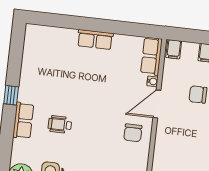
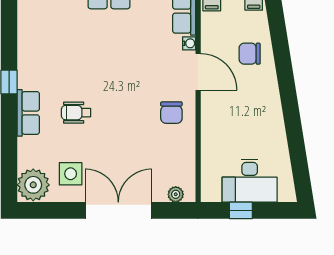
door: (157, 104) -> (198, 72), swing flipped

